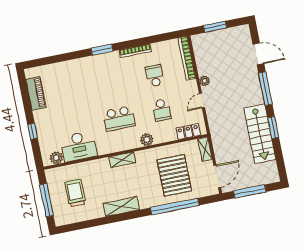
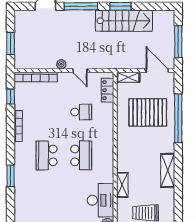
window: (163, 37) -> (11, 97), added
window: (102, 50) -> (11, 176), moved
school desk: (155, 76) -> (47, 155), moved, width x1.85
plant: (147, 140) -> (107, 132), removed
shelving: (122, 160) -> (122, 185), moved

